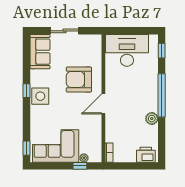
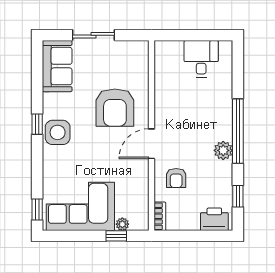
desk: (127, 50) -> (201, 59), width x0.53, depth x0.77
window: (162, 51) -> (238, 196), moved
armchair: (79, 79) -> (115, 108), turned -90
plant: (152, 119) -> (223, 150), moved
armchair: (120, 127) -> (176, 178), added

